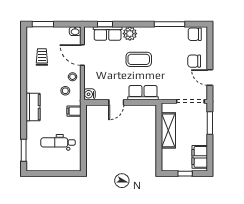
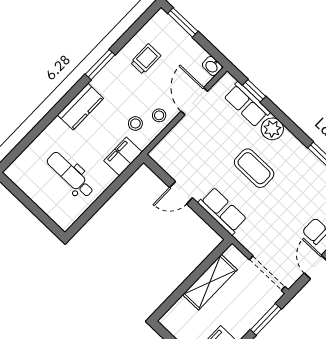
water cooler: (89, 94) -> (159, 154), removed
filing cabinet: (74, 111) -> (123, 156), width x2.00
window: (24, 150) -> (100, 65), moved

